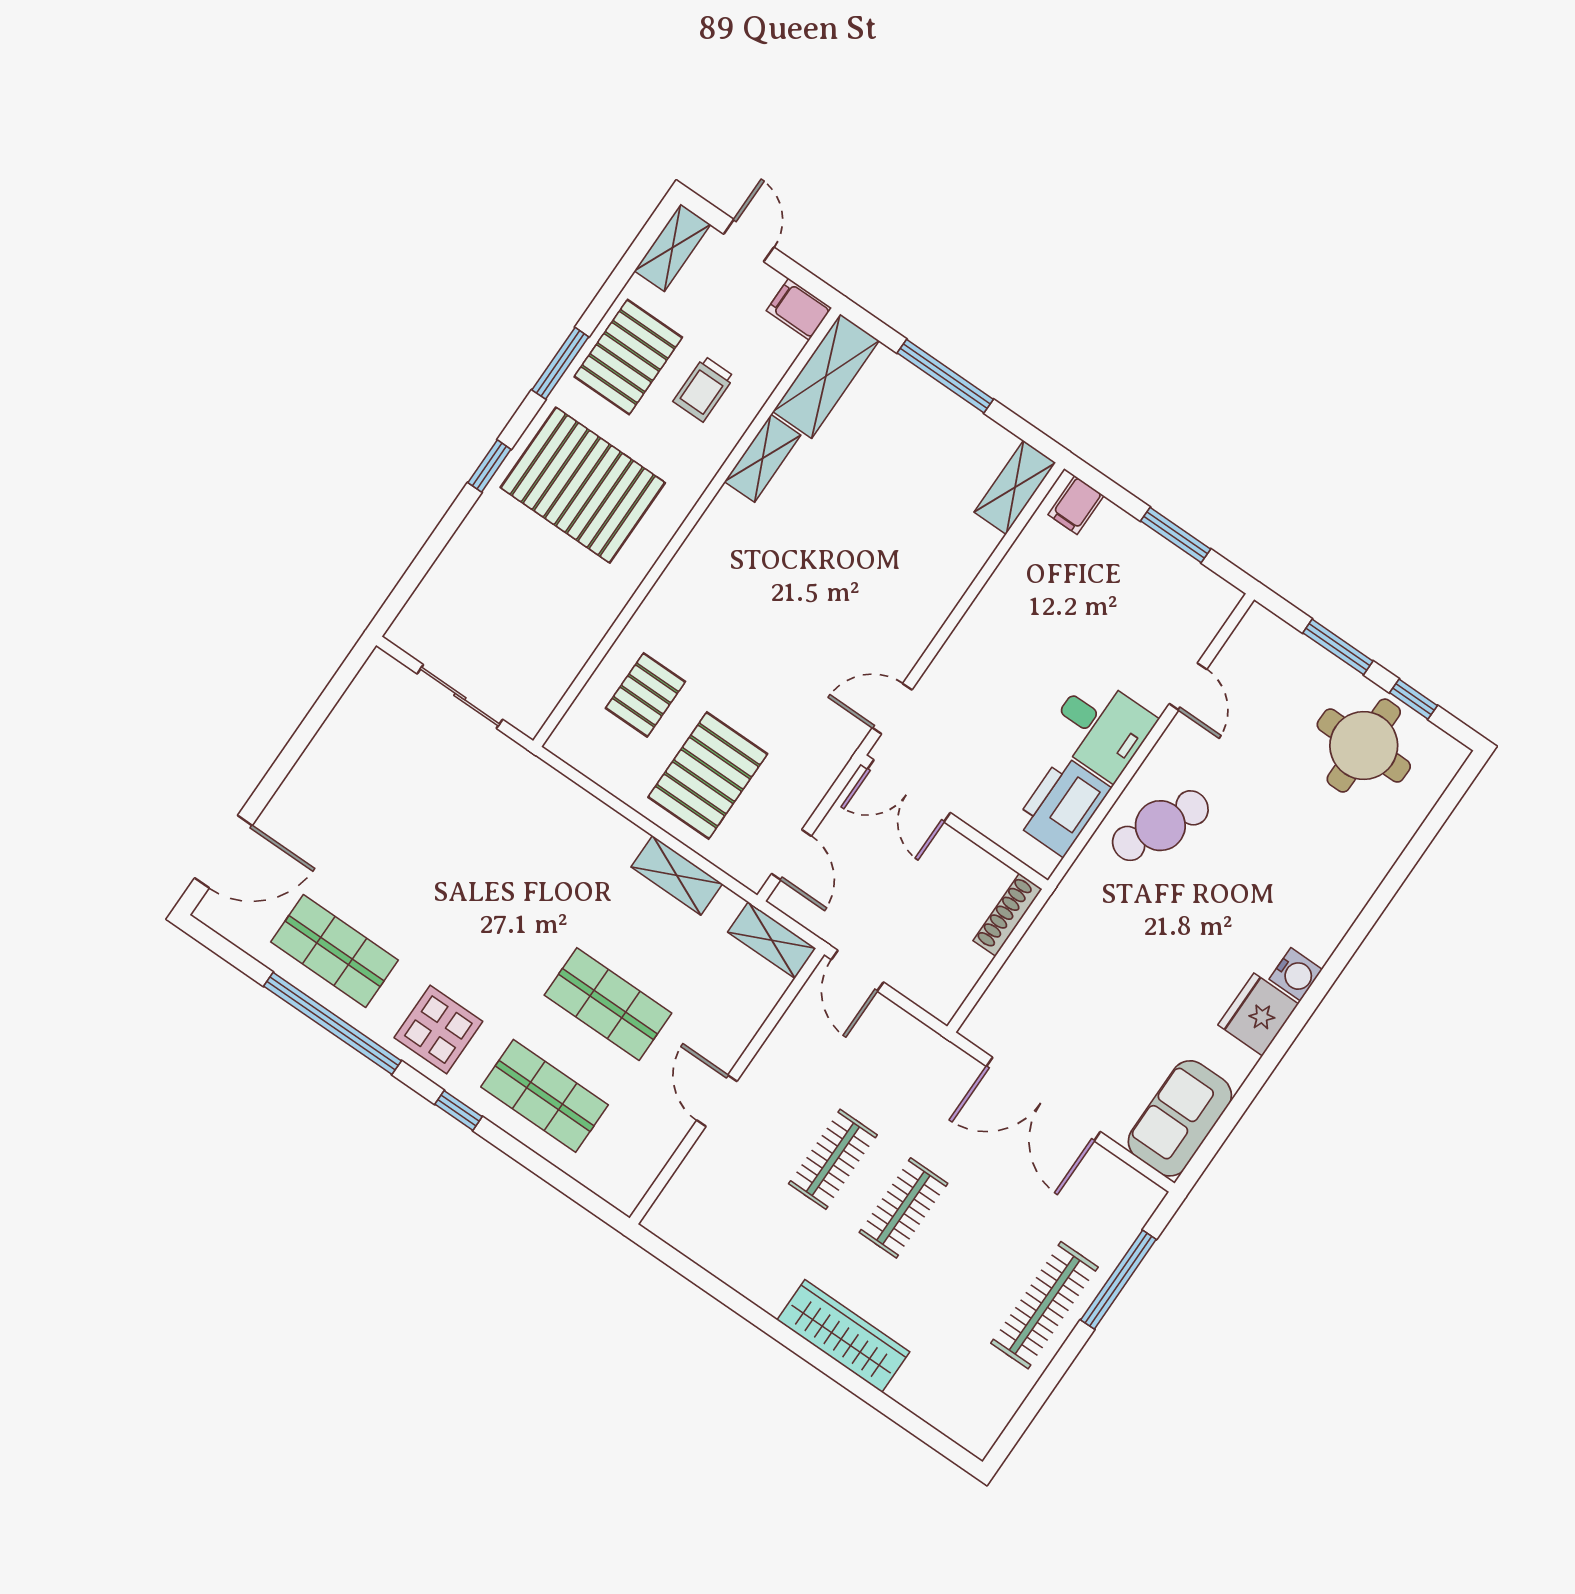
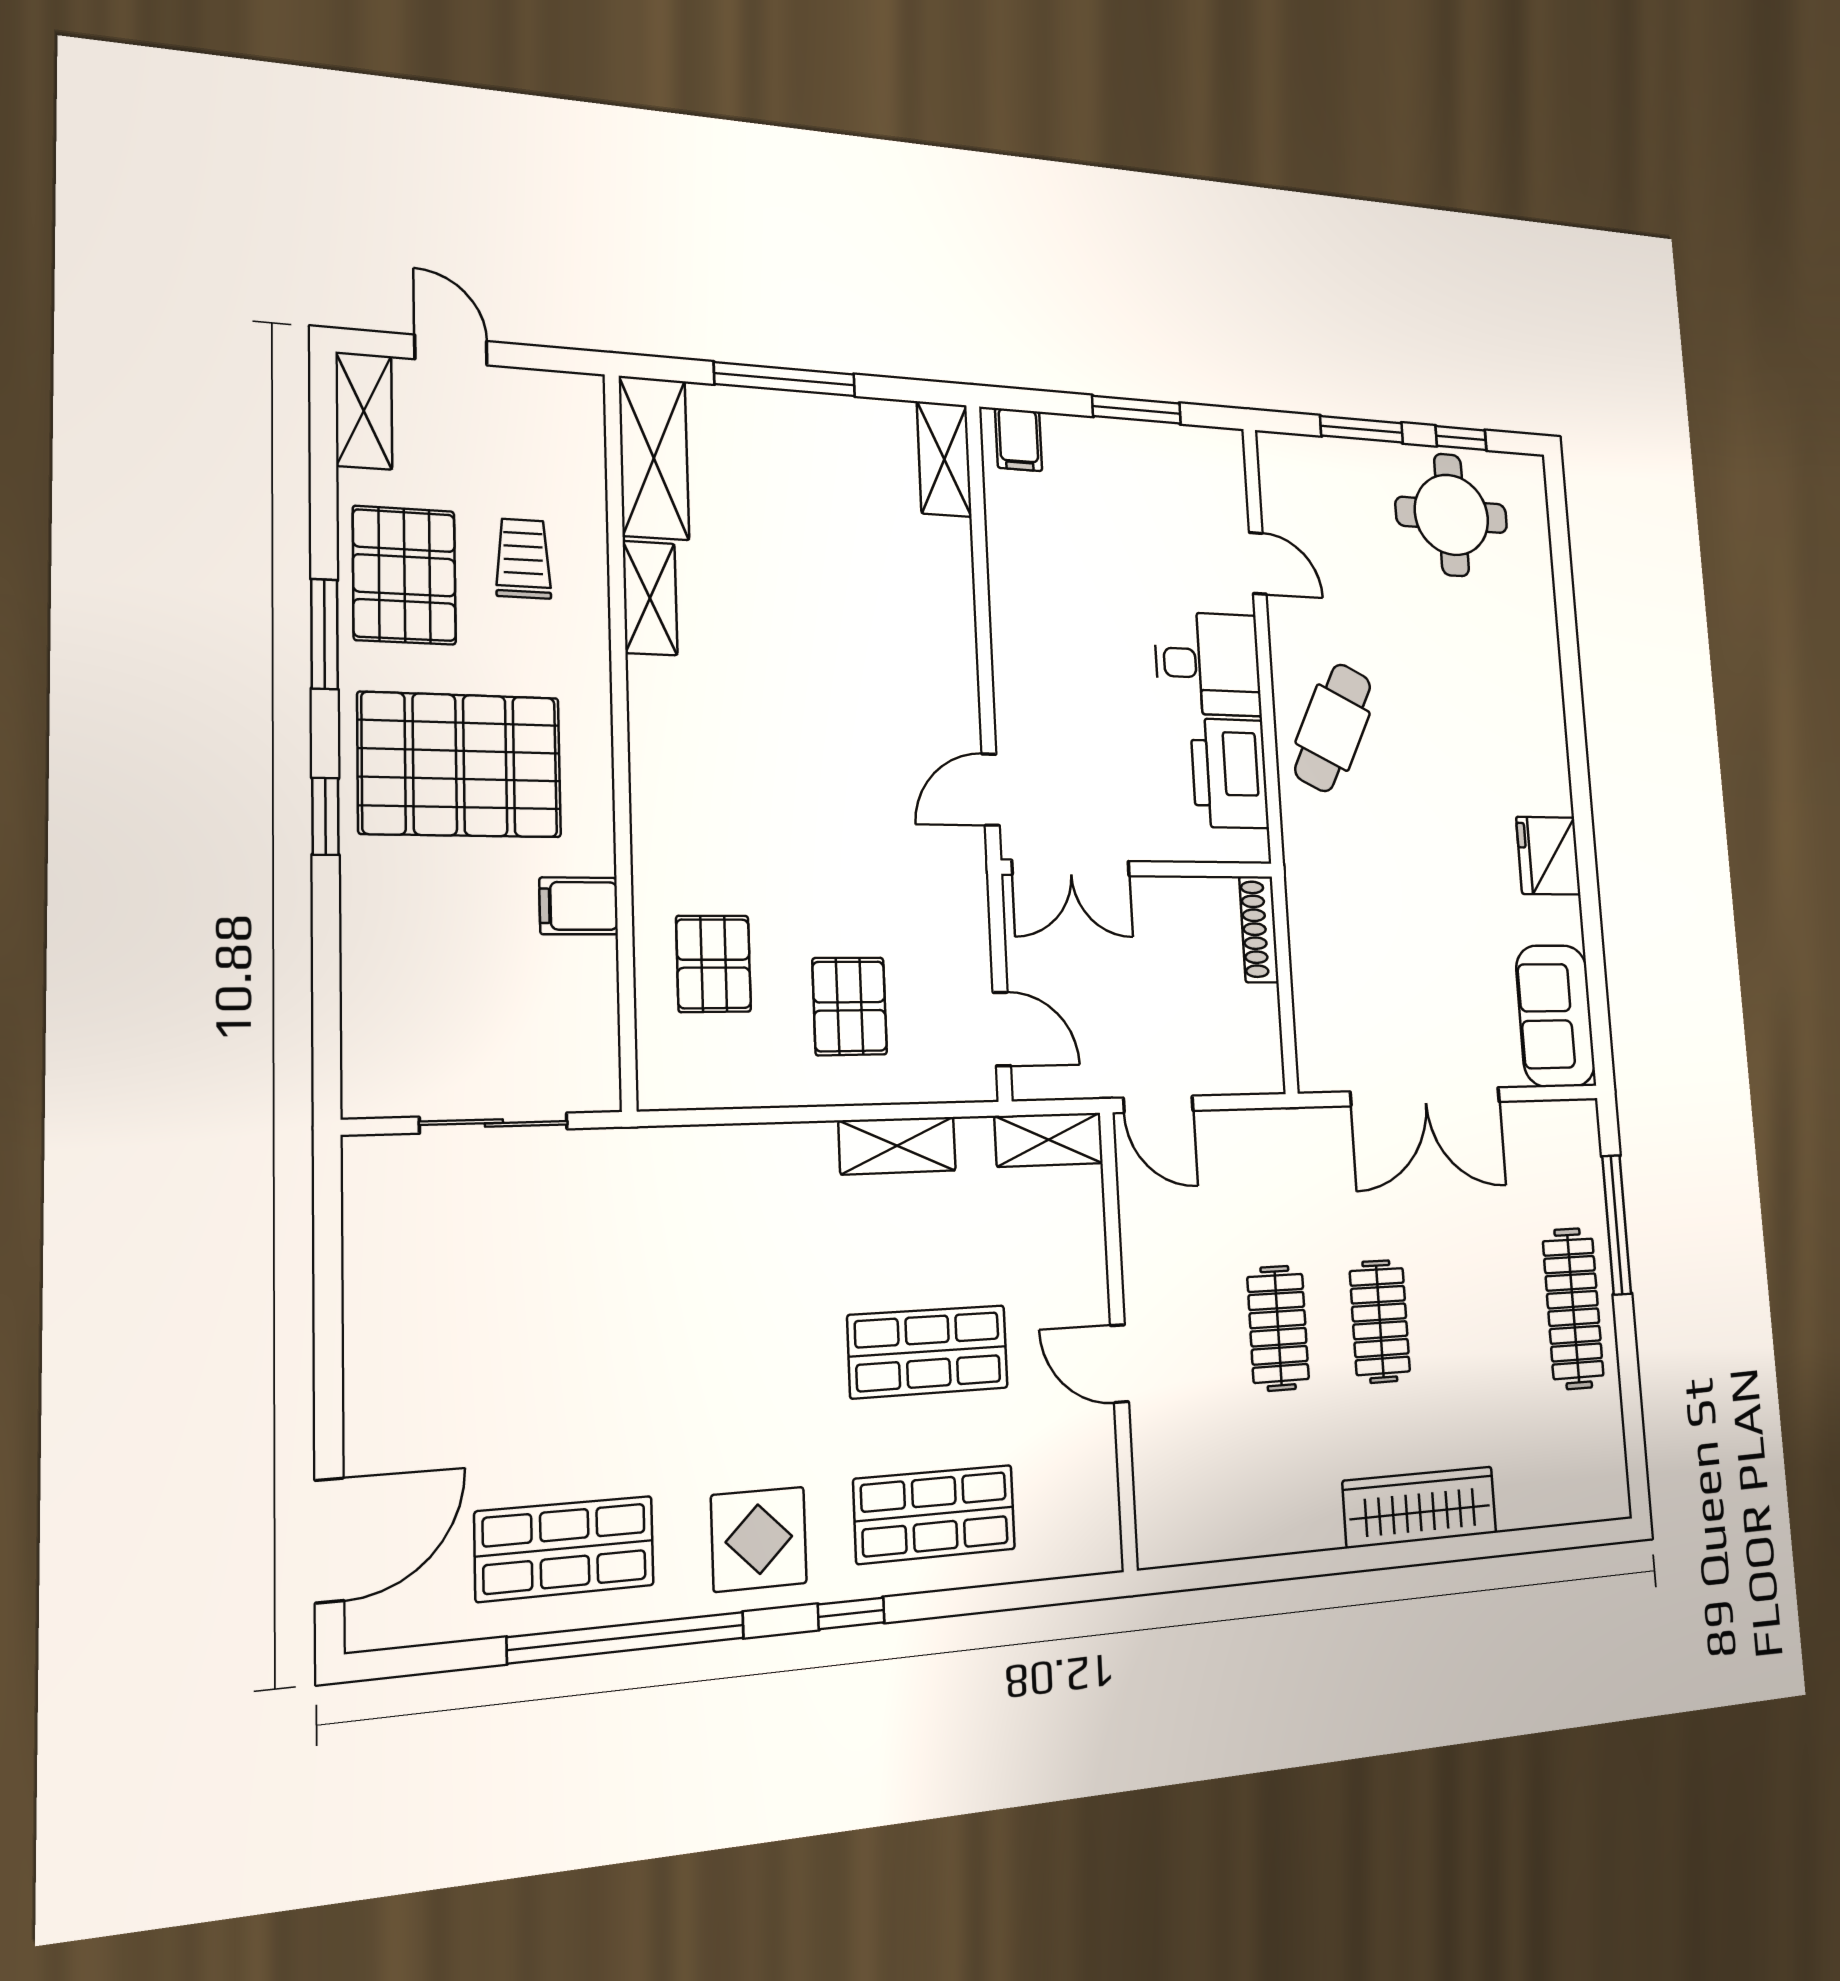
filing cabinet: (799, 309) -> (579, 906), moved
trolley: (704, 389) -> (523, 559), turned 180
pallet: (708, 776) -> (850, 1006), width x0.67, depth x0.71
water cooler: (1296, 974) -> (1552, 790), removed

